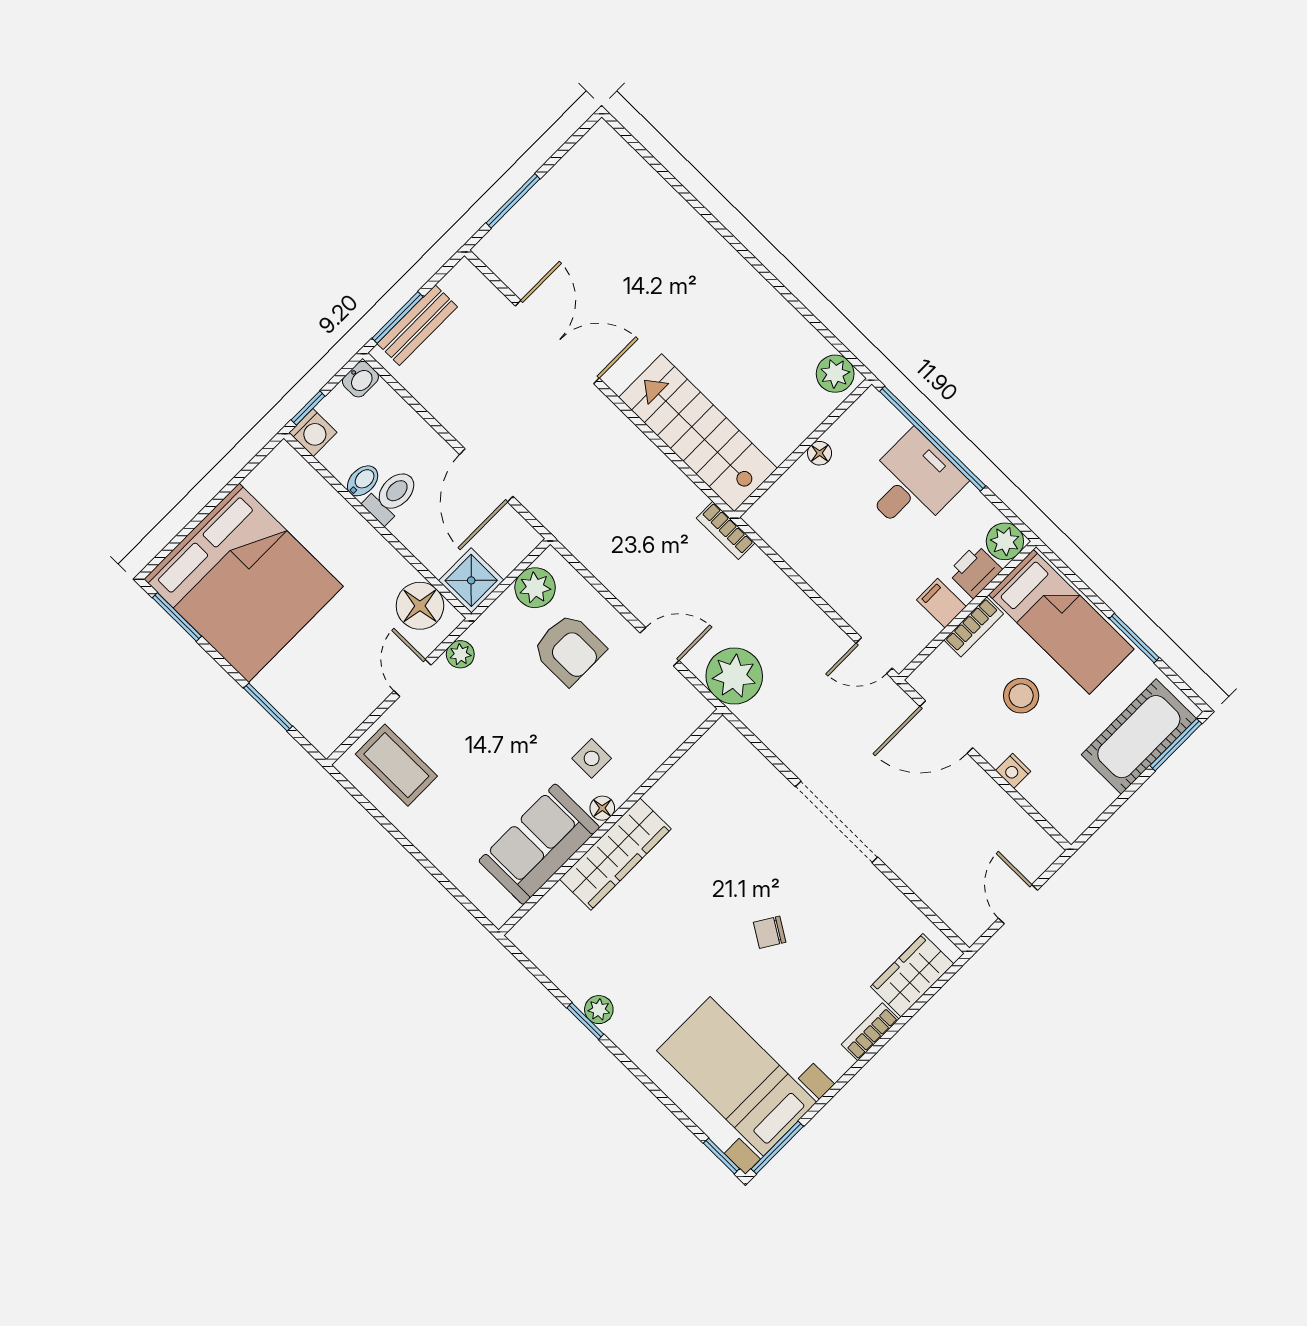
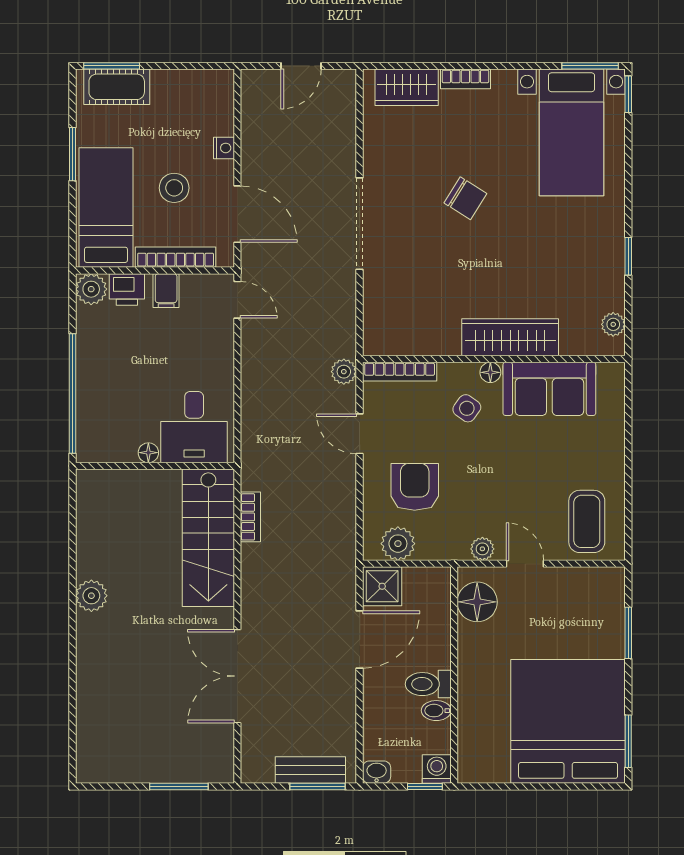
plant: (835, 374) -> (91, 596), moved
desk: (912, 483) -> (194, 427), moved, turned -90
bookcase: (726, 530) -> (250, 517), moved
shower: (471, 580) -> (382, 586), moved
bookcase: (974, 627) -> (176, 257), width x1.56
plant: (734, 676) -> (344, 372), width x0.53, depth x0.53
door: (412, 678) -> (525, 564), swing flipped
bookcase: (679, 732) -> (400, 372), added
cot: (1139, 737) -> (117, 87), width x0.73, depth x0.75
side table: (592, 758) -> (467, 408), turned 36
chair: (770, 932) -> (465, 198), width x1.37, depth x1.37
plant: (599, 1010) -> (613, 324), moved

